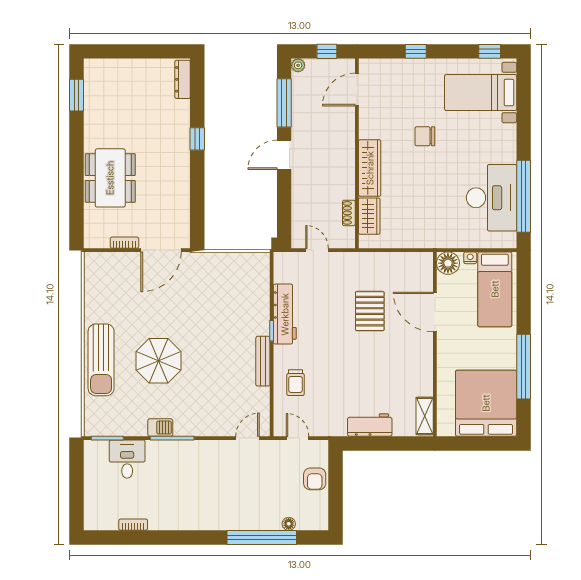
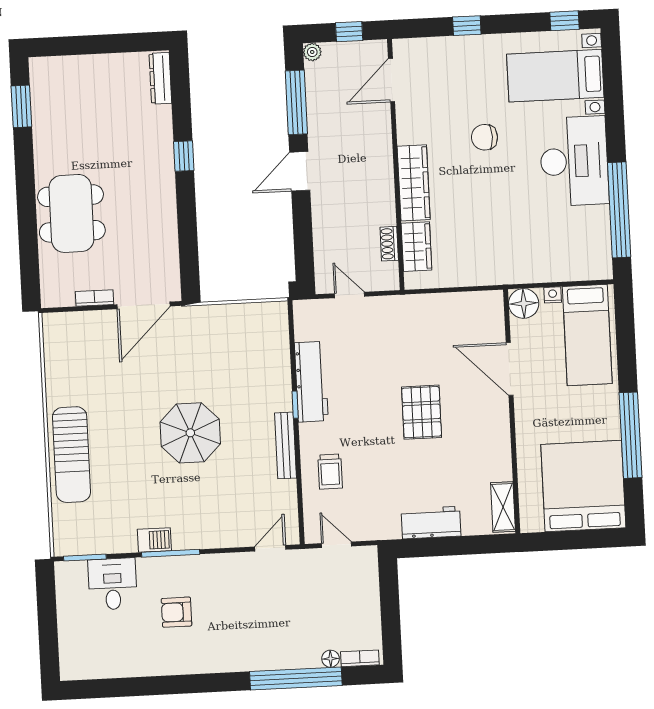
desk: (492, 198) -> (574, 161), moved
pallet: (370, 311) -> (422, 412), moved
parasol: (159, 361) -> (190, 433), moved
armchair: (315, 479) -> (177, 612), moved, turned 90
bookcase: (133, 525) -> (360, 658), moved

